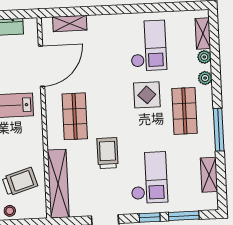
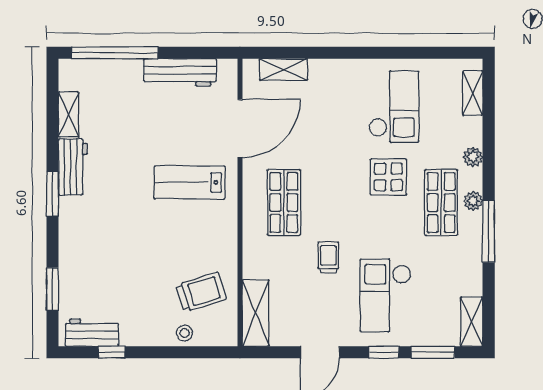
plant: (204, 57) -> (473, 201), moved
trolley: (108, 153) -> (328, 257), width x0.73, depth x0.72
shelving: (209, 175) -> (472, 322), moved
checkout: (149, 178) -> (386, 295), turned 180
shelving: (58, 184) -> (256, 313), width x0.68

